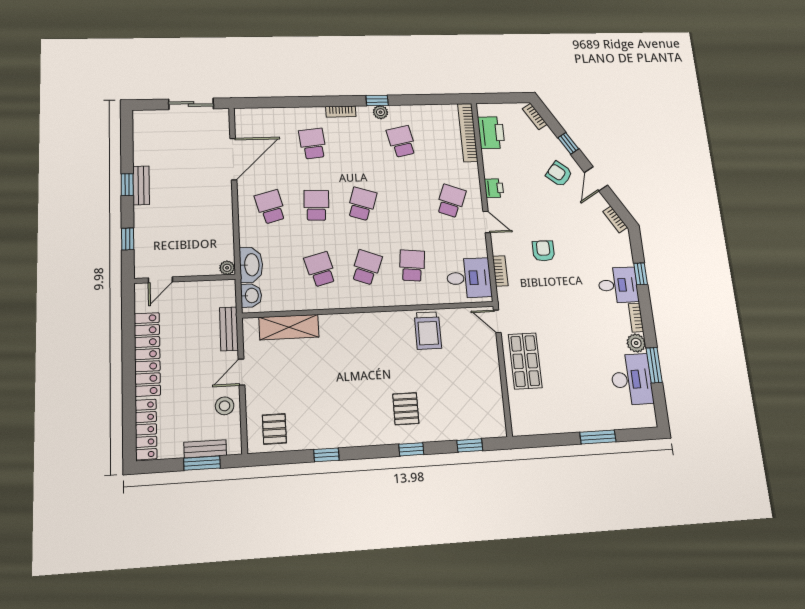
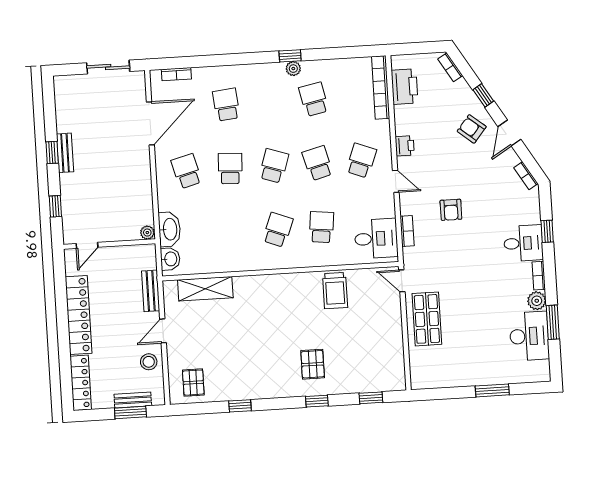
bookcase: (341, 112) -> (176, 74), moved
armchair: (543, 251) -> (451, 210), turned 180
school desk: (320, 269) -> (318, 163), moved

